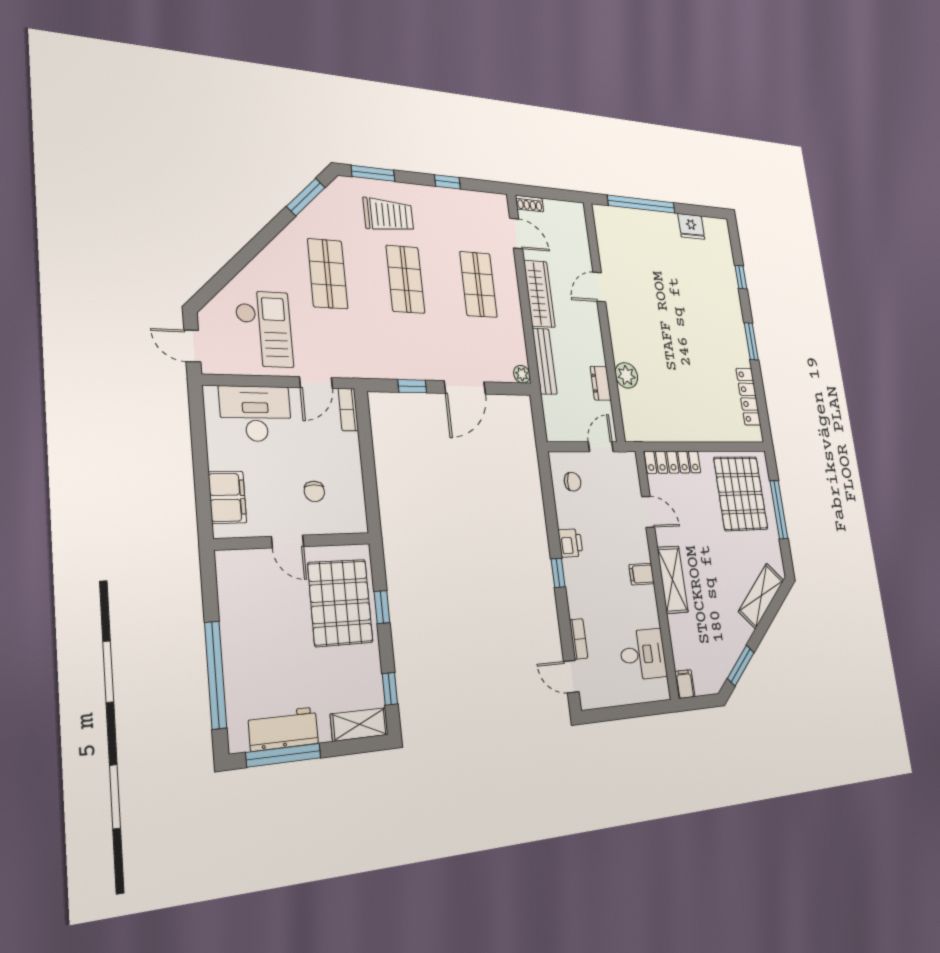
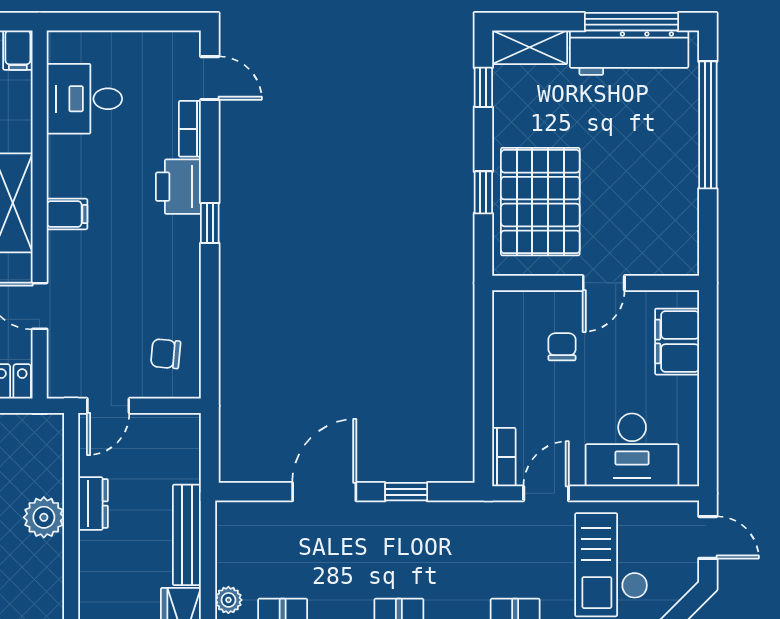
plant: (522, 374) -> (228, 600), moved
door: (288, 542) -> (604, 283), swing flipped
printer: (570, 543) -> (178, 187), moved, width x1.36, depth x1.24
workbench: (283, 729) -> (629, 53), width x1.38

